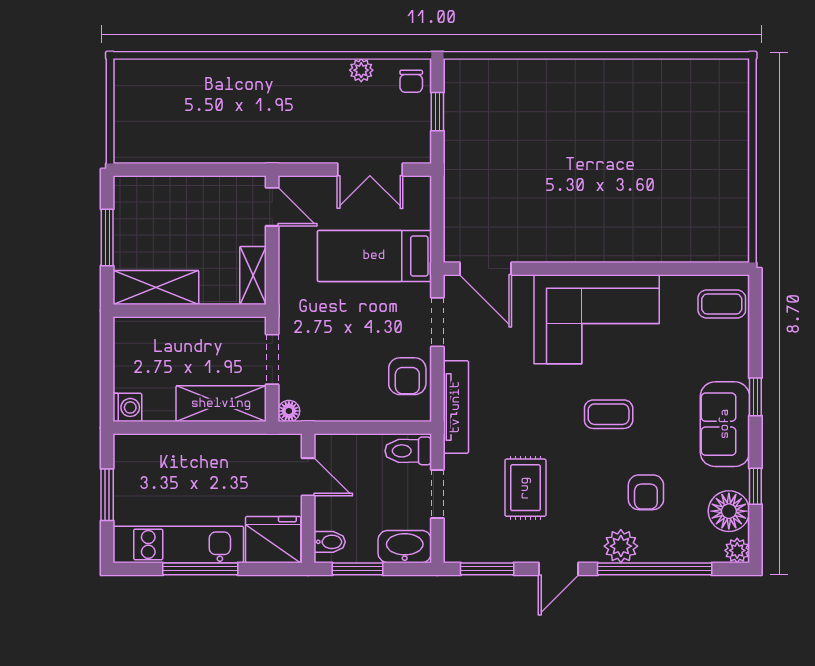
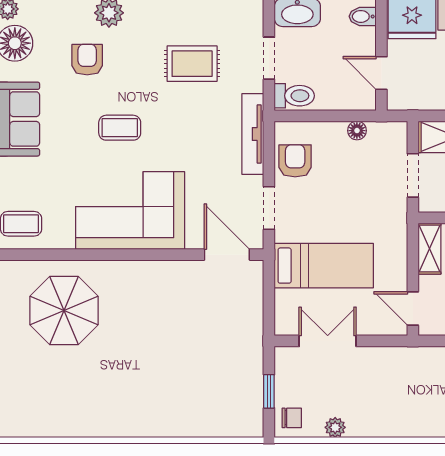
chair: (411, 81) -> (292, 418), turned 90
parasol: (673, 204) -> (64, 311), added
floor lamp: (289, 411) -> (357, 131), moved
rug: (525, 488) -> (192, 64), turned 90

